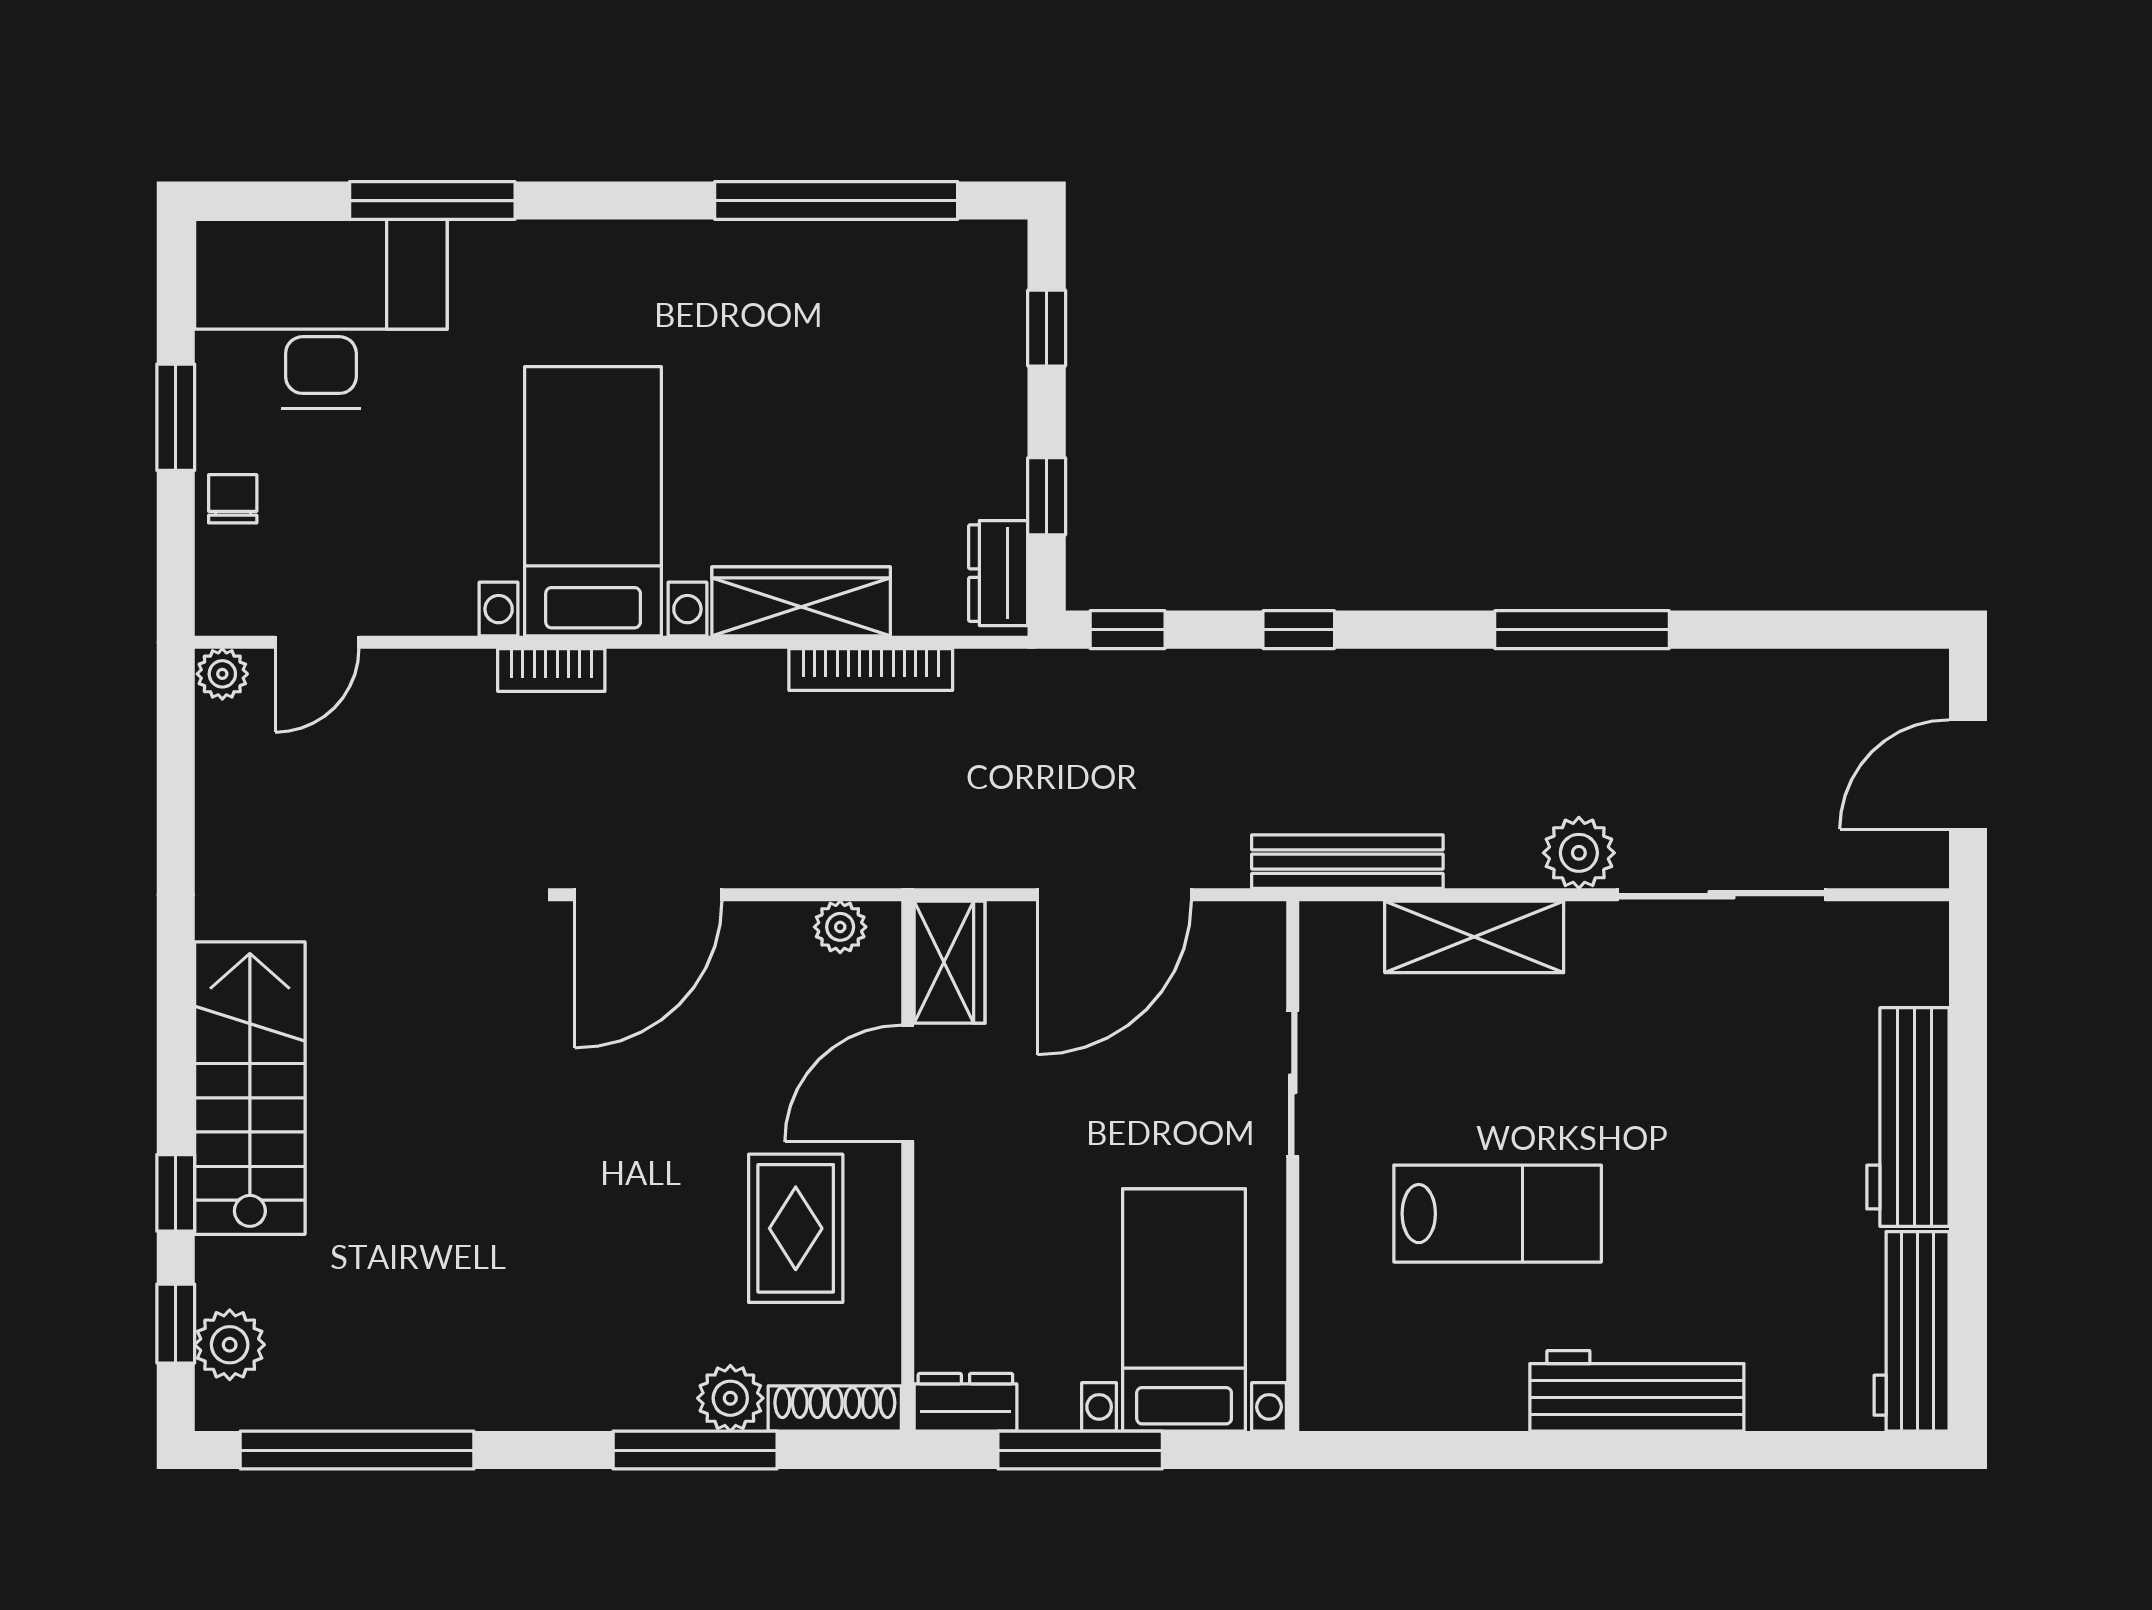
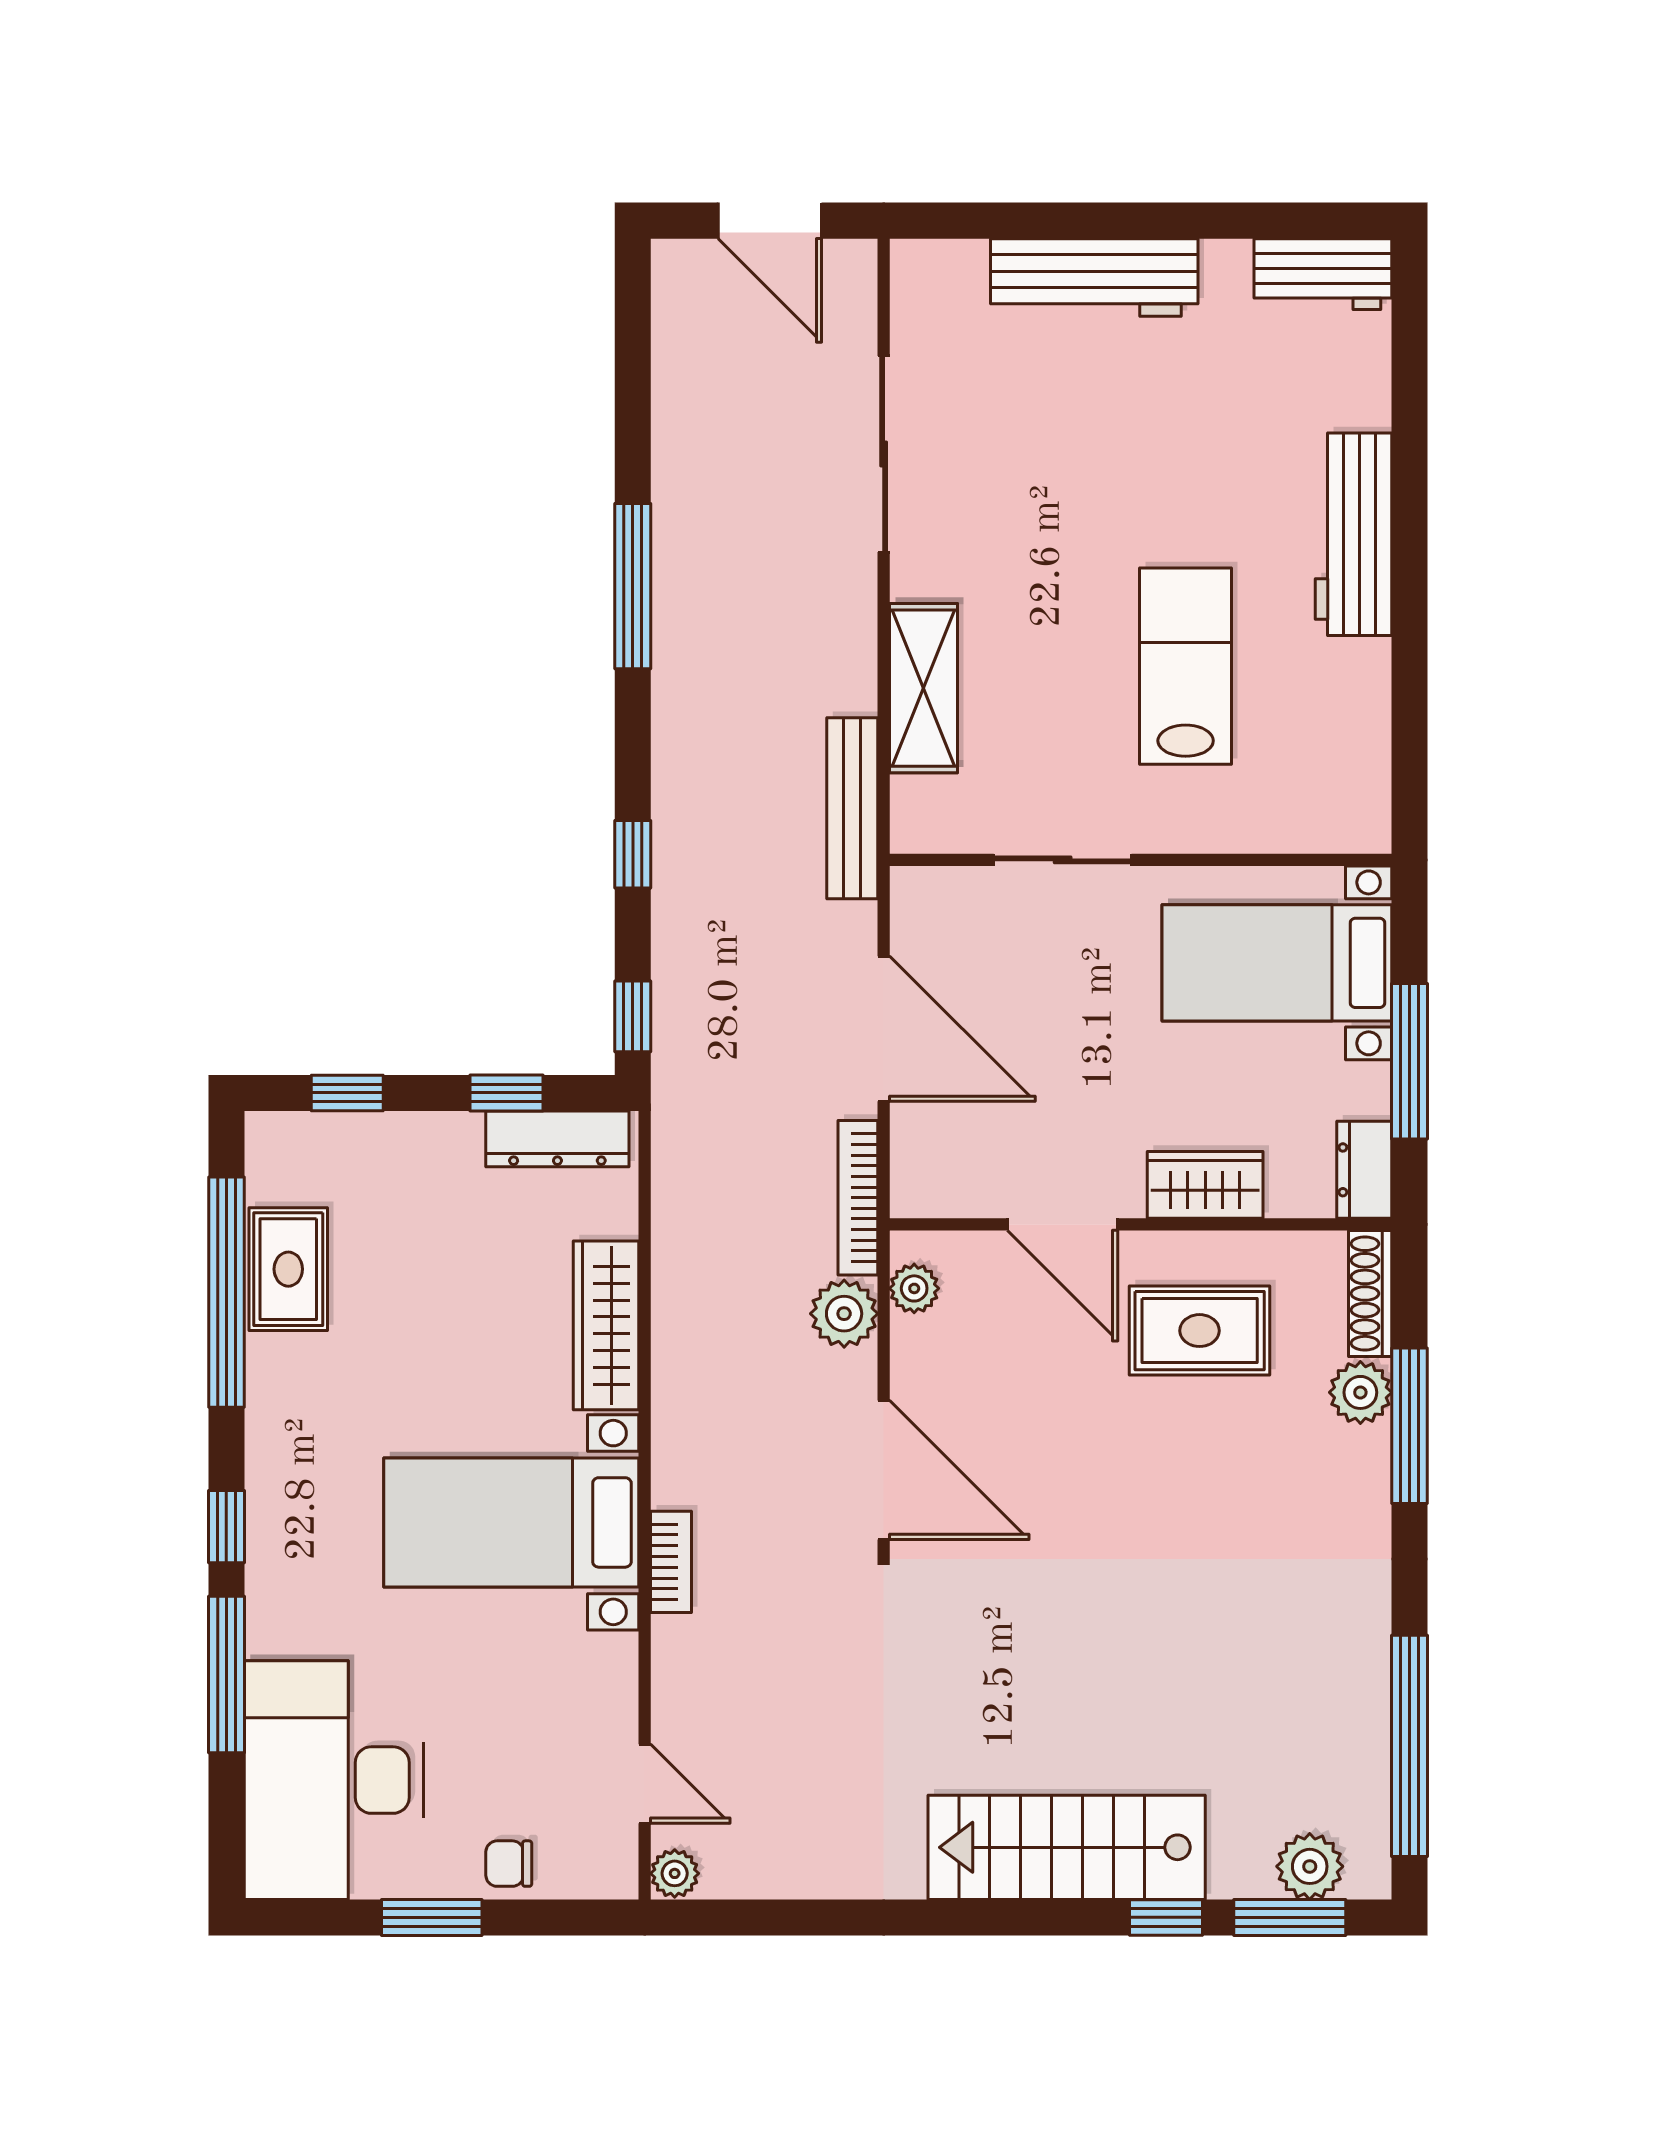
window: (589, 201) -> (226, 1527), added
rug: (861, 266) -> (288, 1269), added
dresser: (998, 573) -> (557, 1139), width x1.44
bookcase: (871, 670) -> (858, 1198), moved, turned 180
plant: (1579, 853) -> (844, 1314), moved
wardrobe: (950, 962) -> (1205, 1185), moved
window: (176, 1324) -> (1290, 1917), width x1.50
workbench: (1912, 1331) -> (1323, 274), width x0.73

